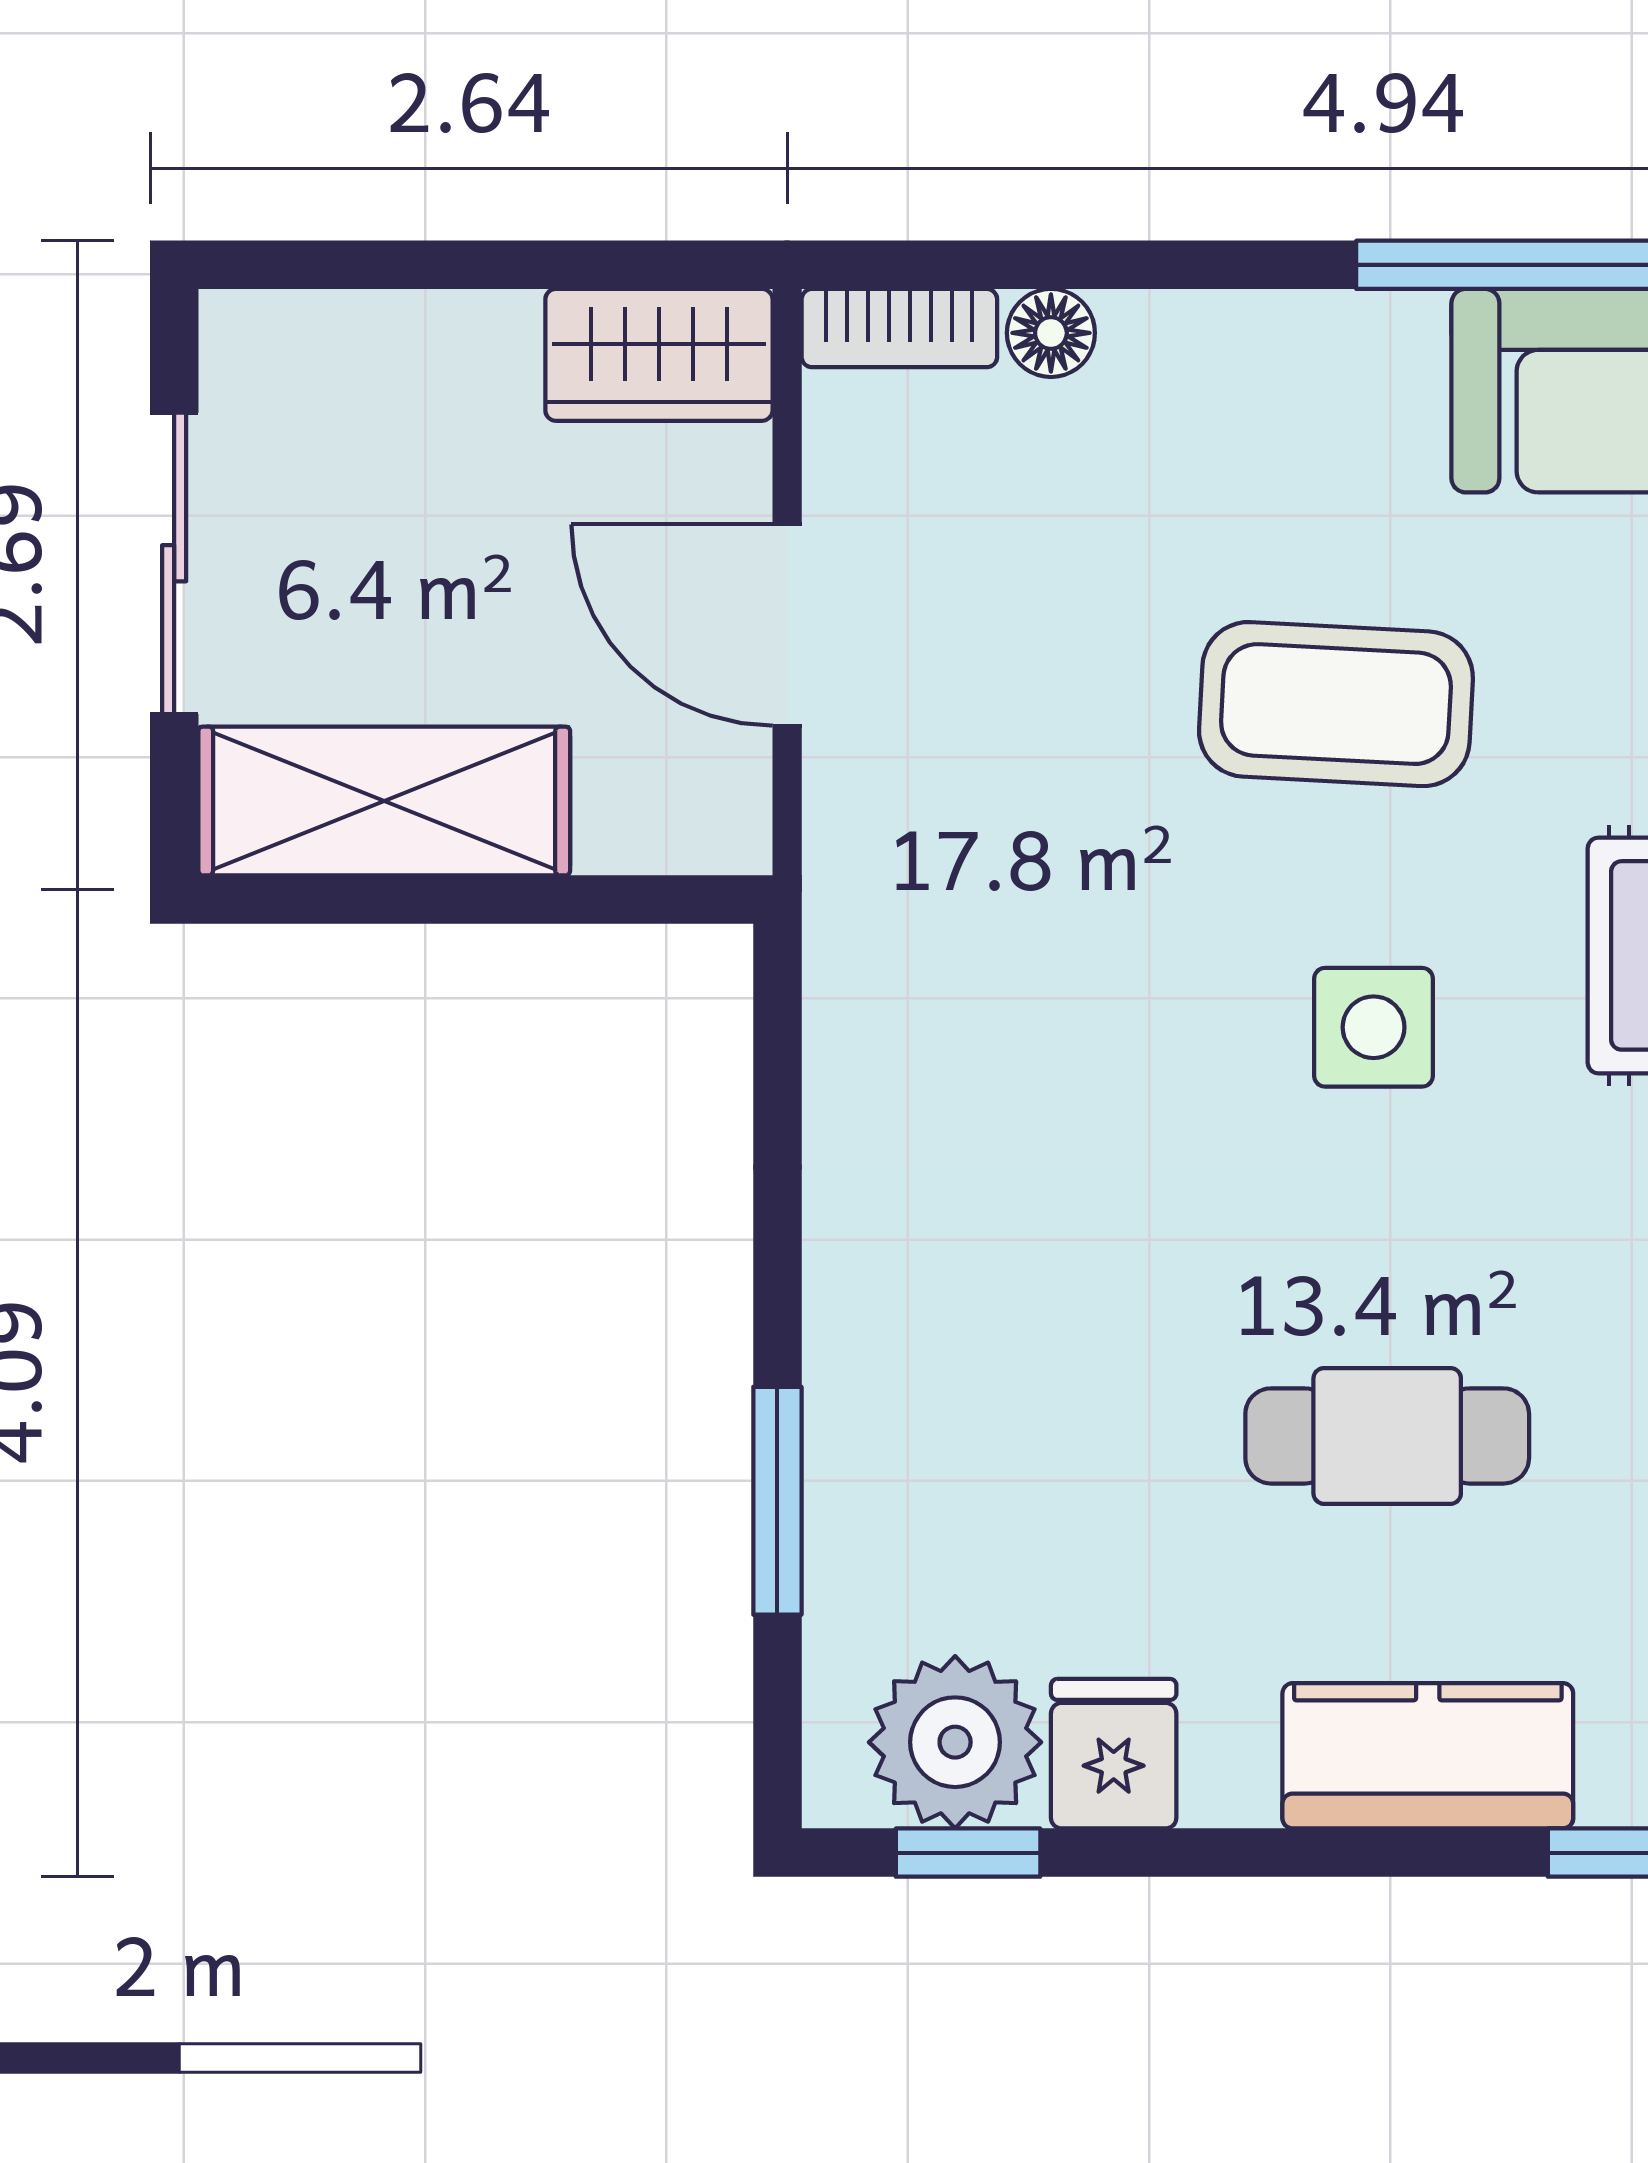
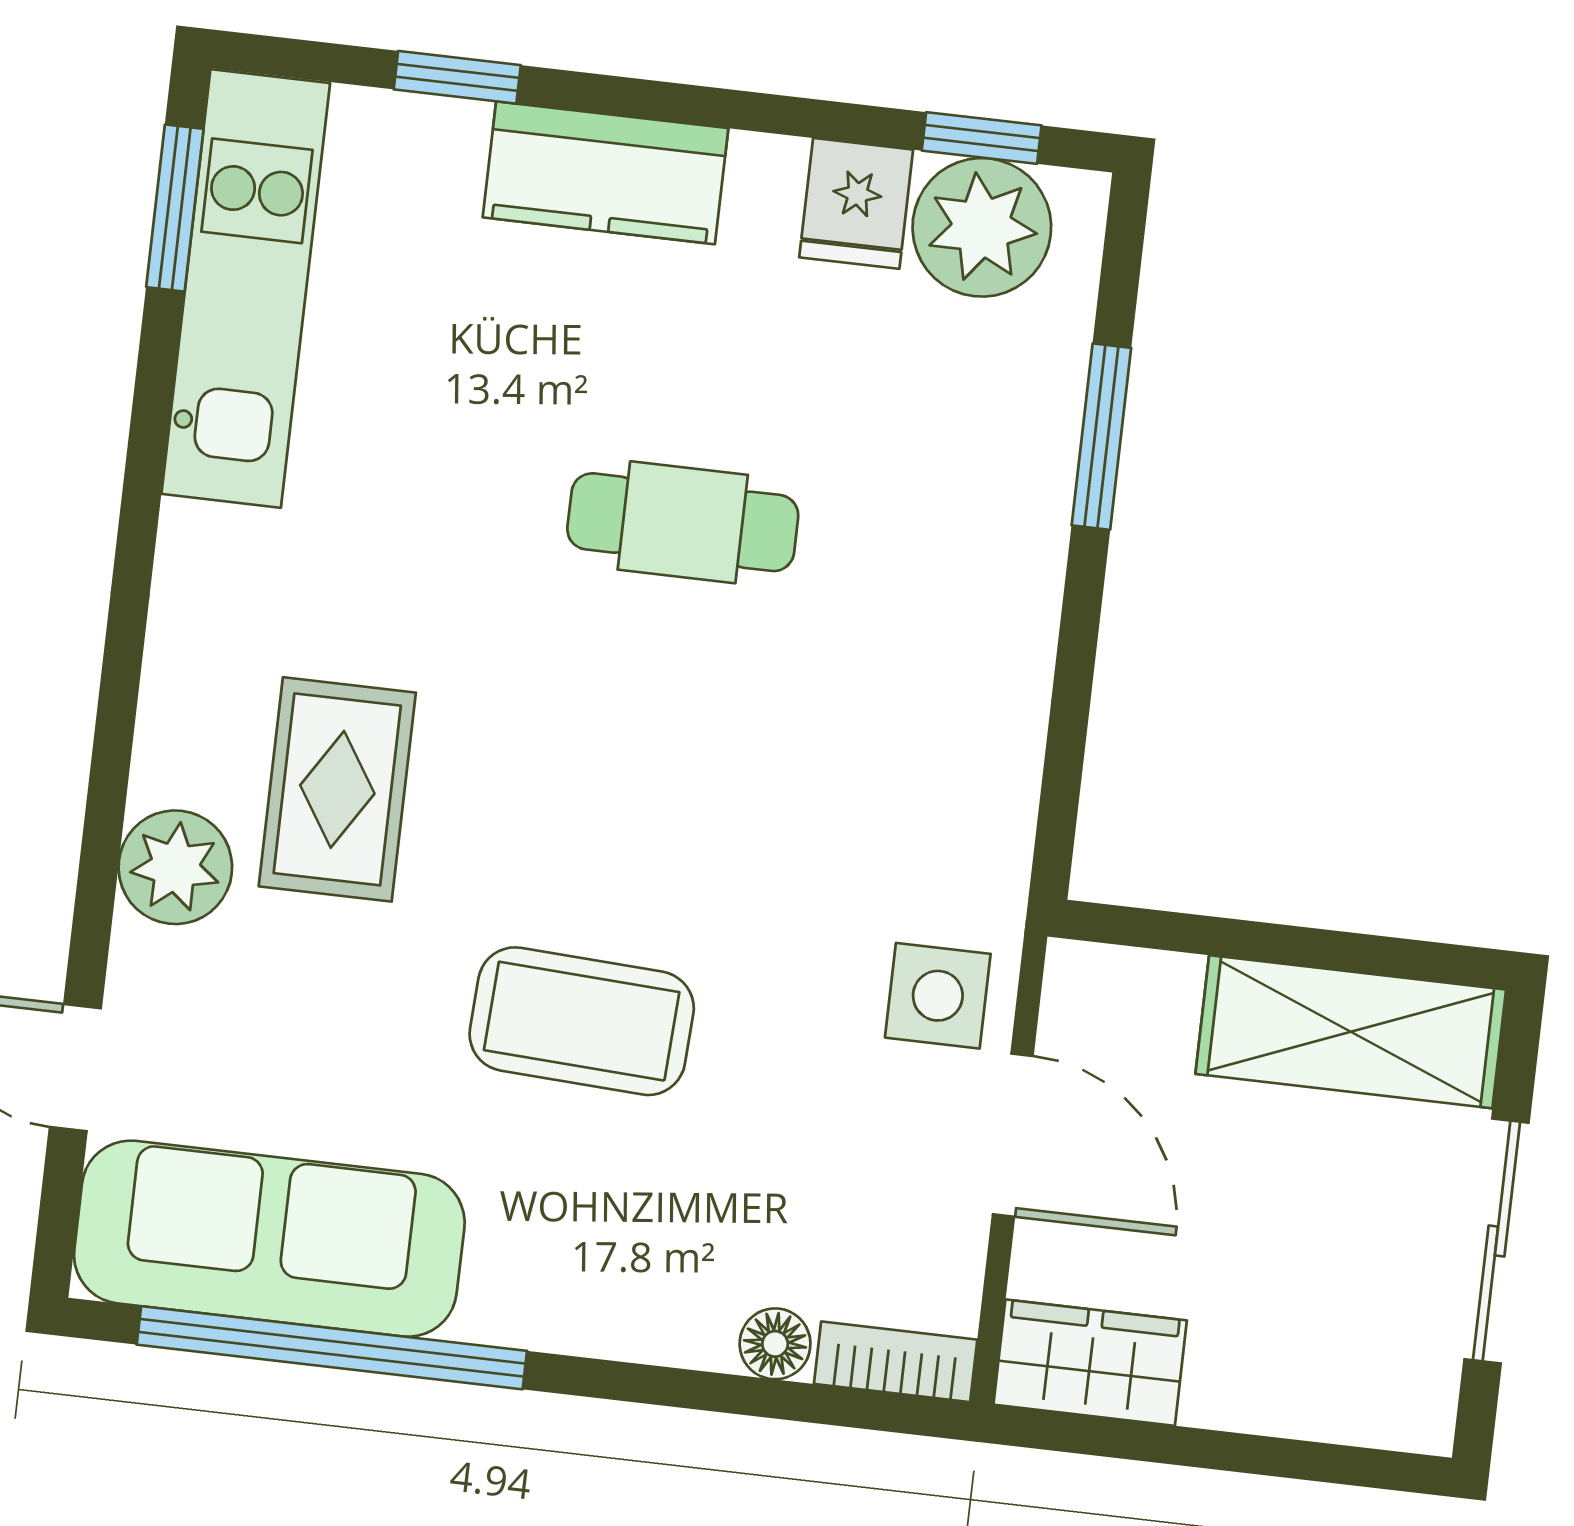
side table: (1374, 1027) -> (938, 996), moved
cafe table: (1387, 1436) -> (683, 522), moved

